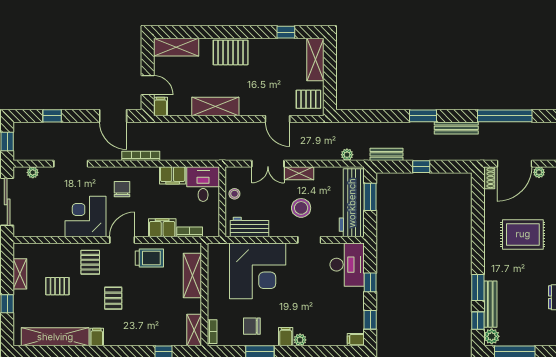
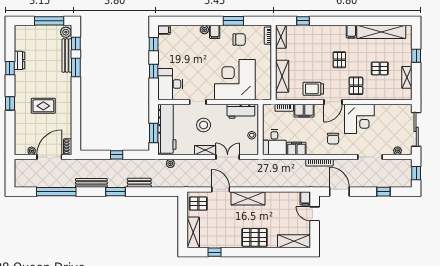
shelving: (215, 106) -> (248, 198), moved
bench: (387, 154) -> (139, 183), moved
rug: (523, 234) -> (43, 106), width x0.73, depth x0.70

